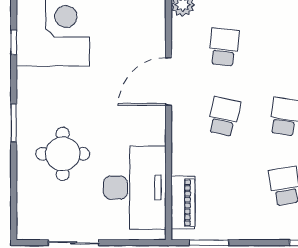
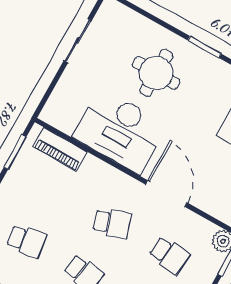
school desk: (224, 117) -> (112, 223), turned -30
desk: (135, 188) -> (120, 131), moved

